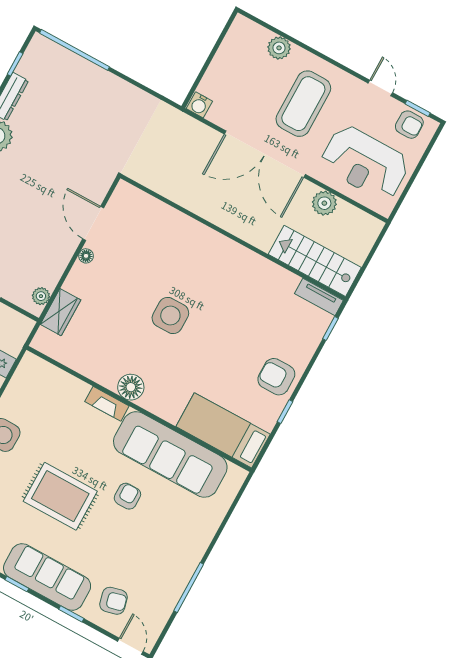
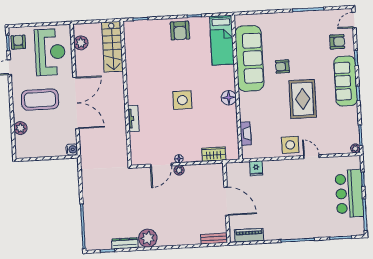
plant: (324, 203) -> (81, 43), moved
plant: (41, 296) -> (179, 170), moved
tv unit: (319, 297) -> (133, 118), moved
fireplace: (107, 404) -> (246, 134), moved
armchair: (114, 601) -> (337, 42), turned 104

